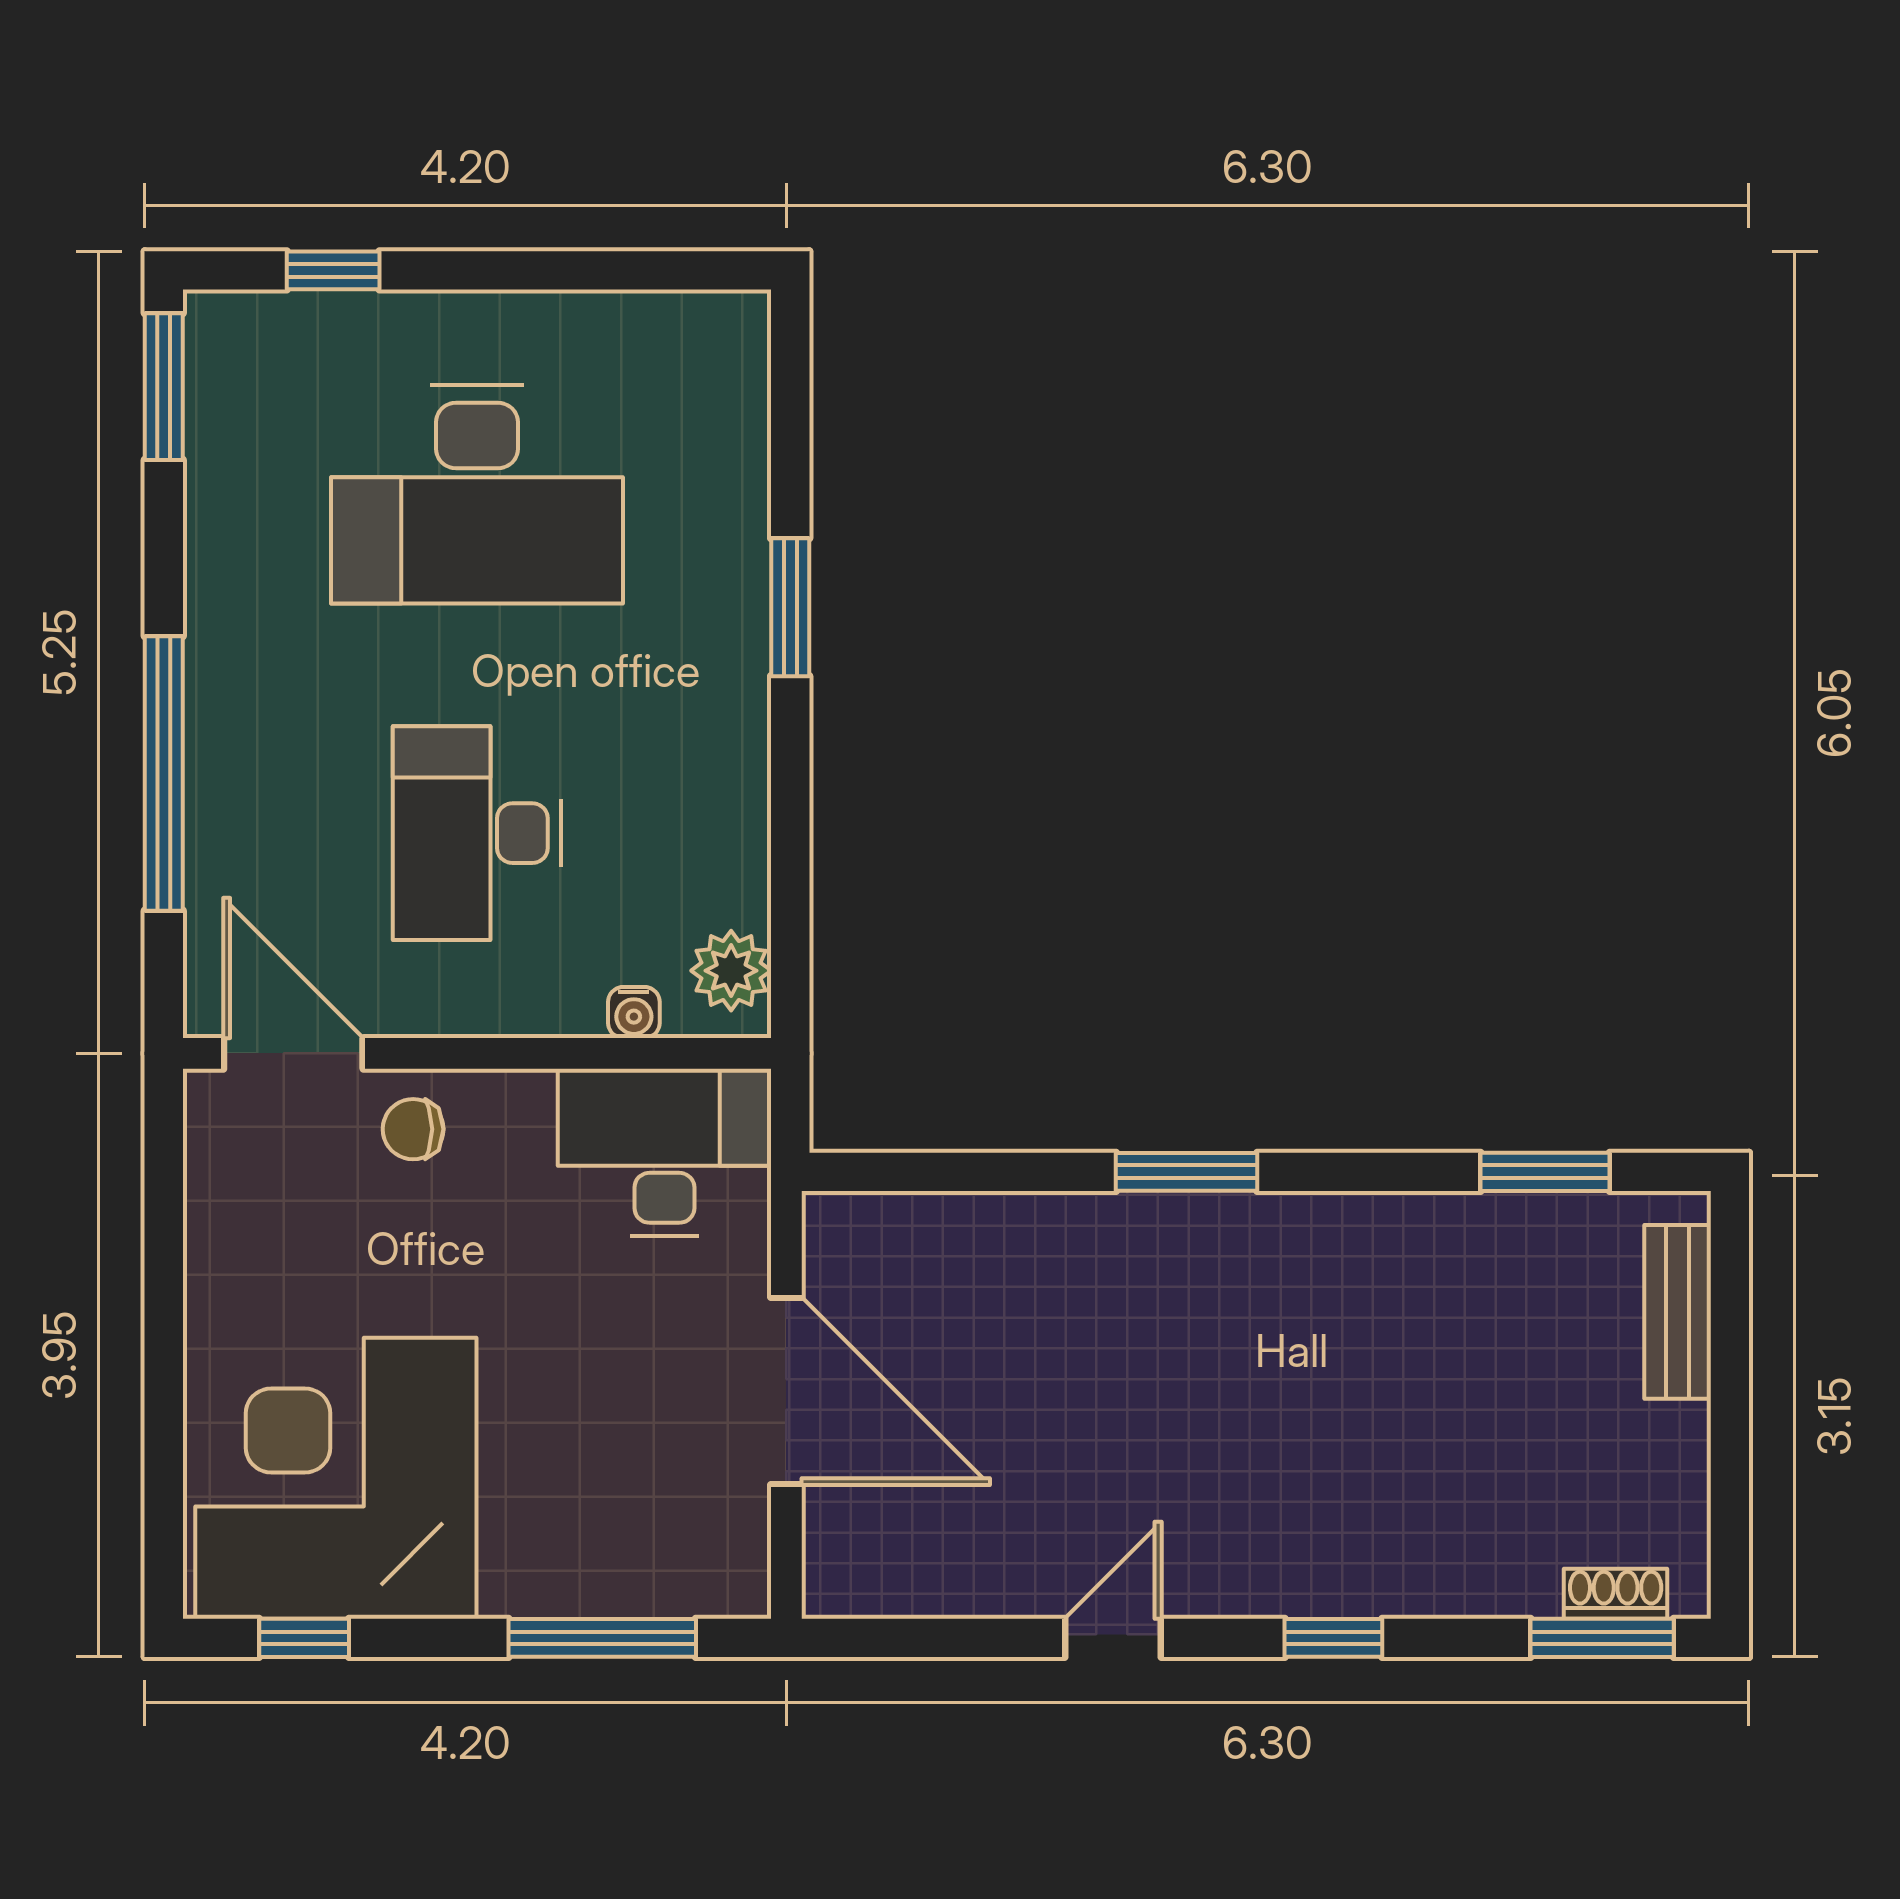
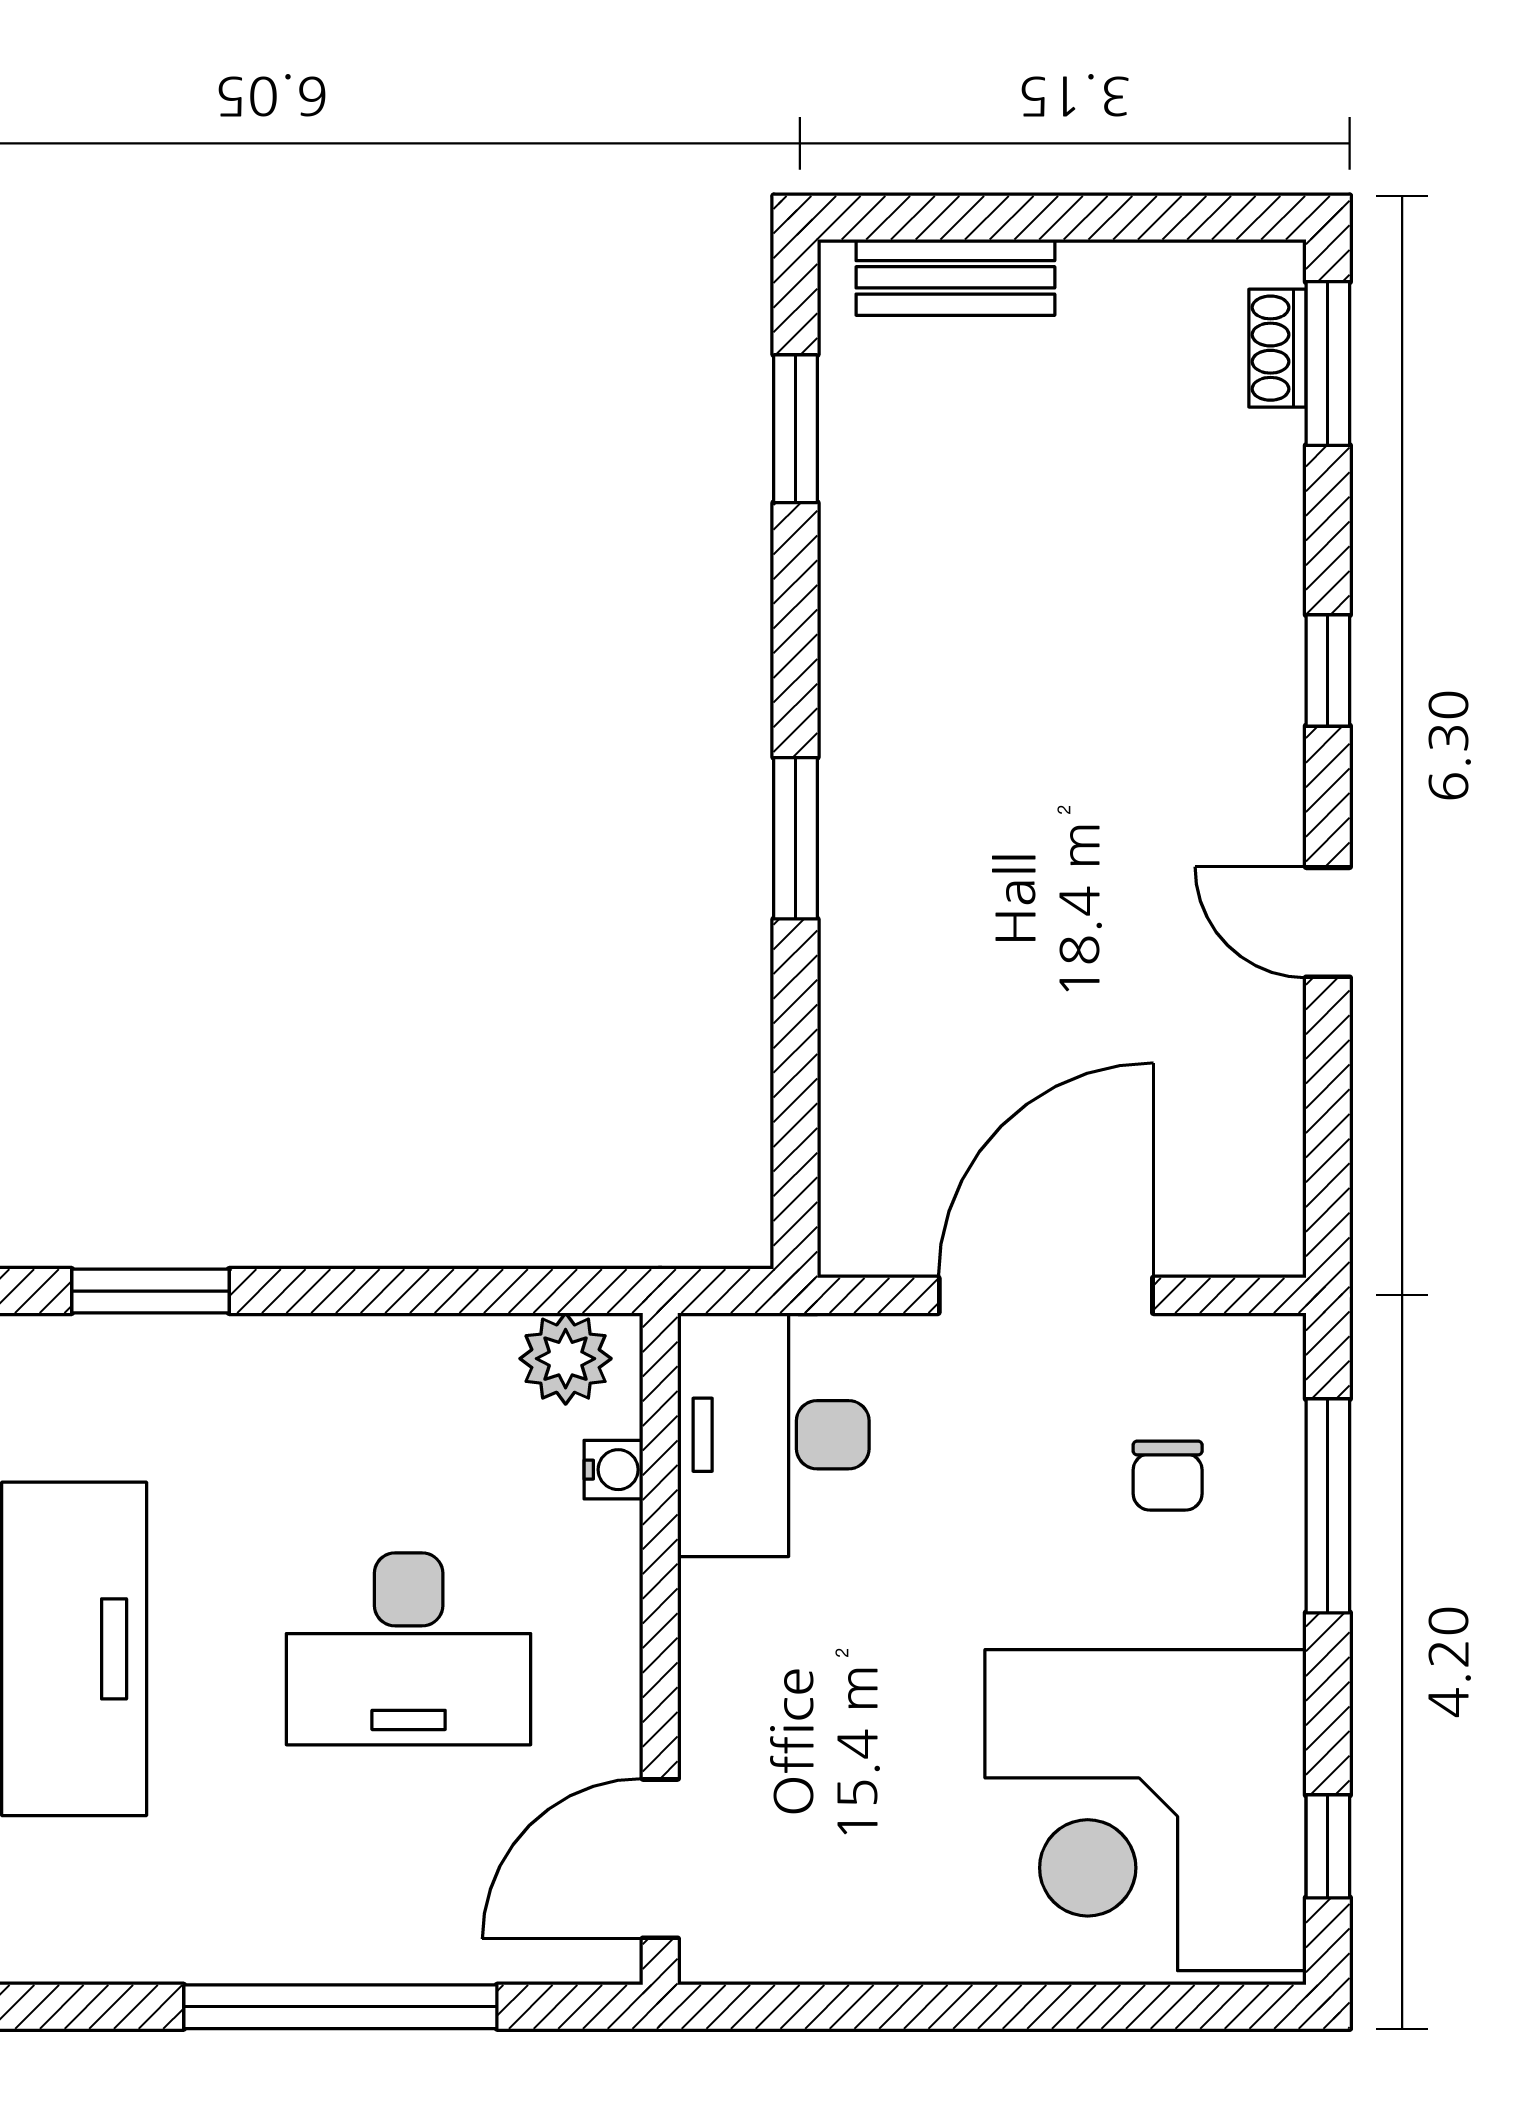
chair: (413, 1129) -> (1168, 1476), moved

